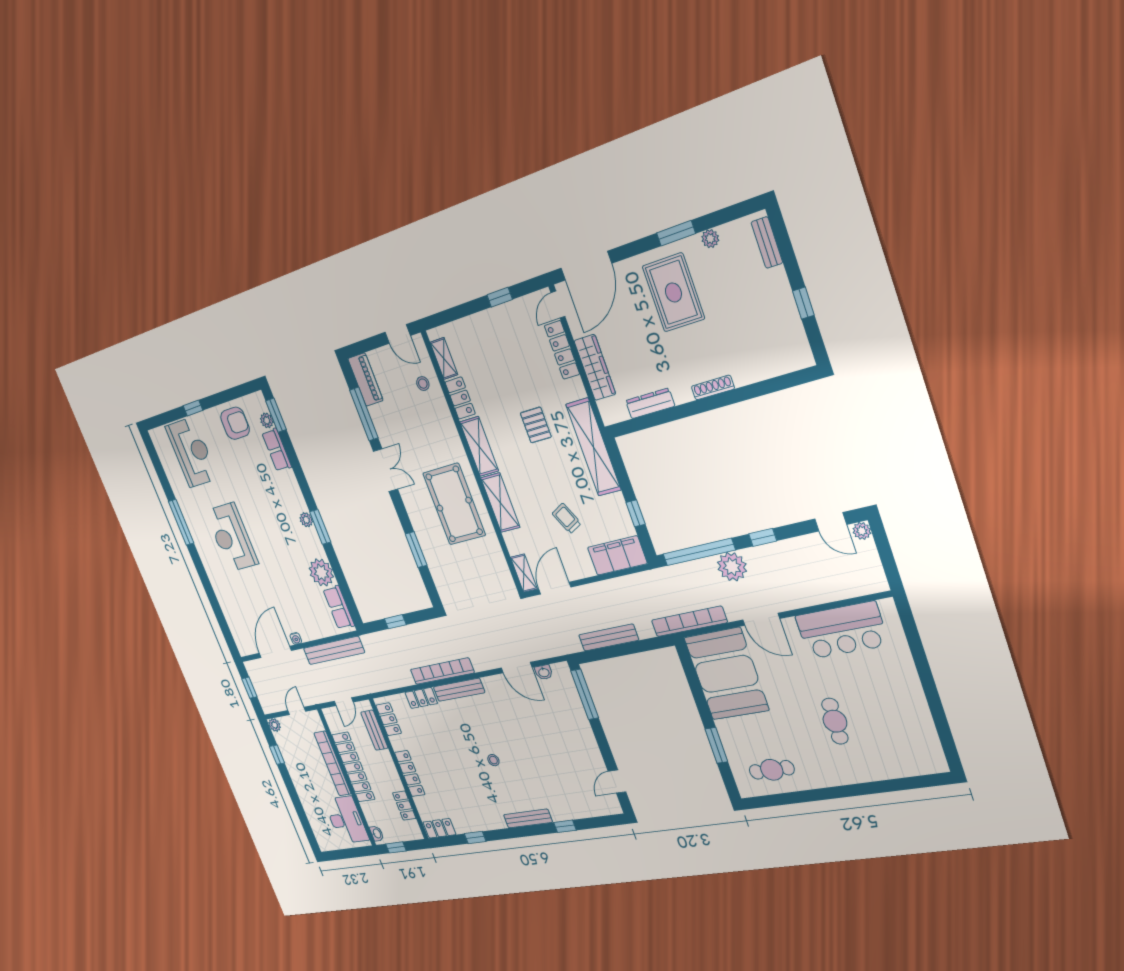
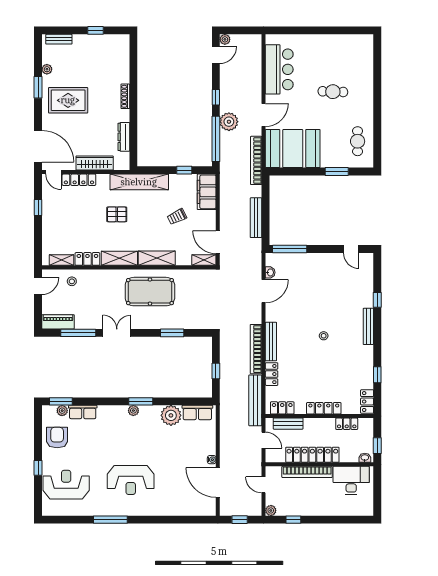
bench: (334, 650) -> (255, 400), moved

